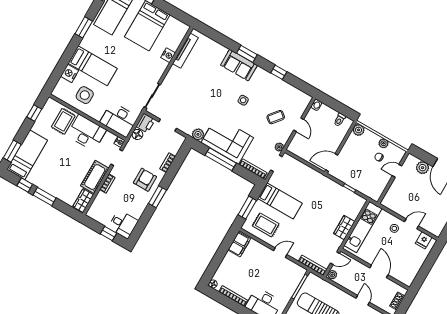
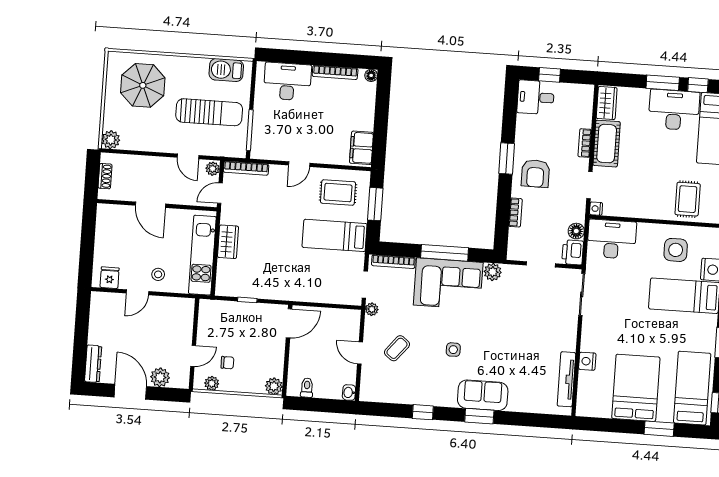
desk: (86, 133) -> (674, 110), moved, turned 180
plant: (384, 143) -> (212, 383), moved
door: (363, 300) -> (188, 156), moved

